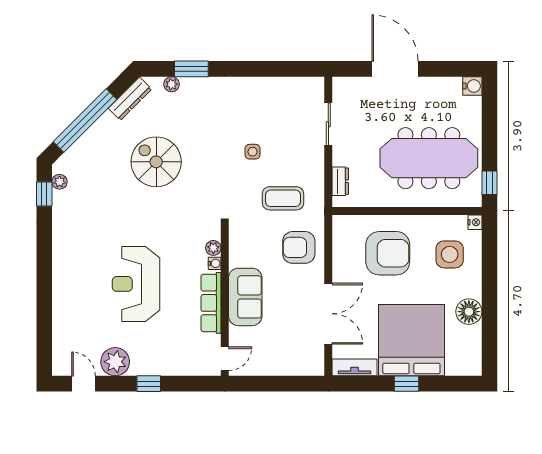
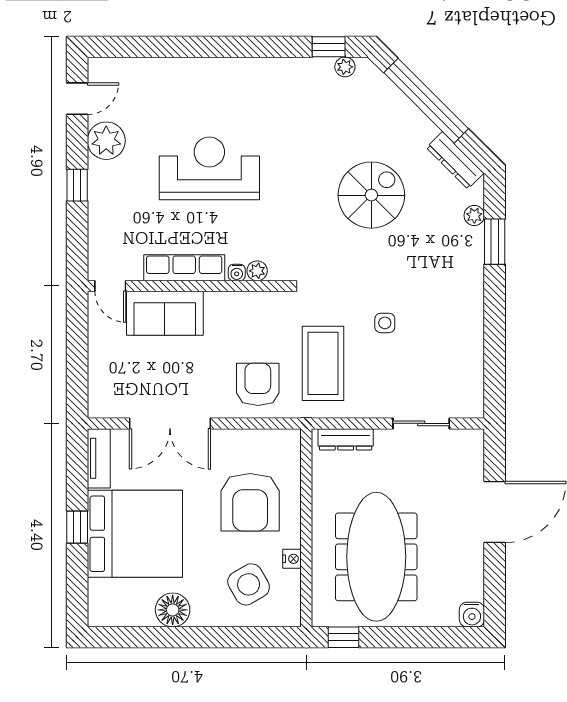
dresser: (340, 181) -> (346, 439), width x1.44
coffee table: (283, 198) -> (323, 363), width x1.36, depth x1.32
nightstand: (475, 222) -> (292, 559), moved, turned -90
side table: (450, 254) -> (249, 584), turned -30
sofa: (245, 297) -> (165, 313), moved

